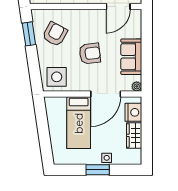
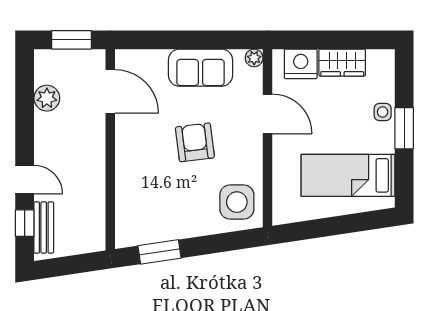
armchair: (55, 34) -> (160, 205), removed
door: (106, 94) -> (268, 114), width x0.73
bed: (79, 123) -> (348, 175), moved, turned 180

